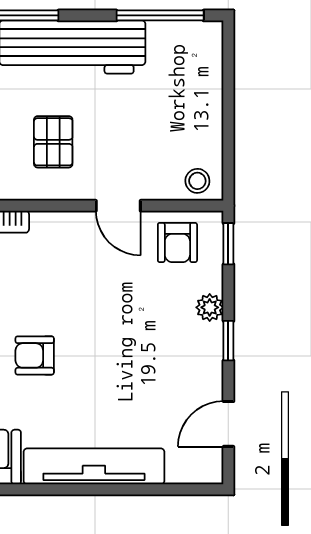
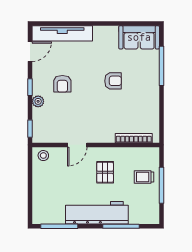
door: (118, 206) -> (77, 145), swing flipped
armchair: (177, 242) -> (62, 84), moved, turned 180
tv unit: (94, 466) -> (62, 33), moved

